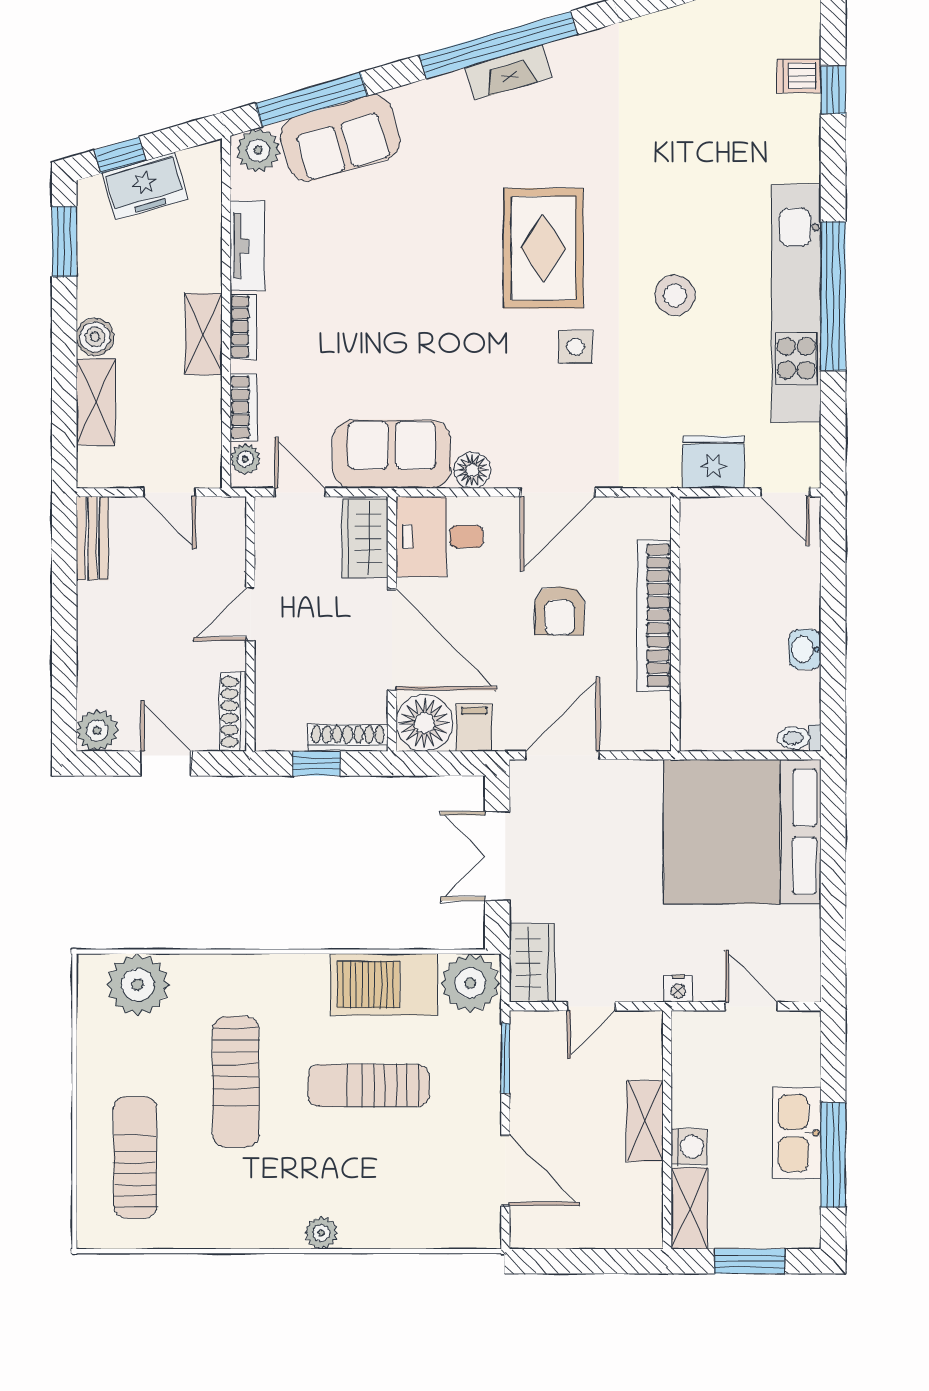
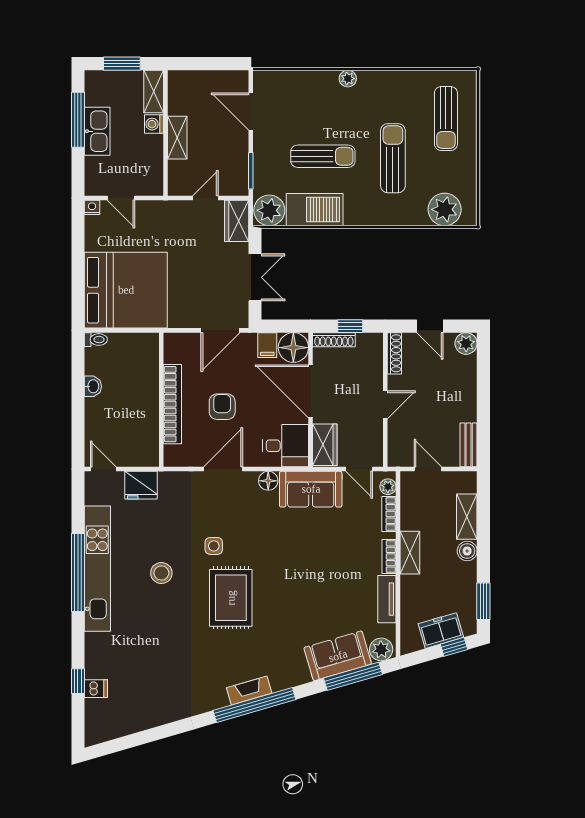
nightstand: (678, 989) -> (92, 207), moved

